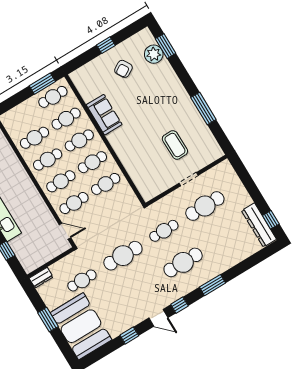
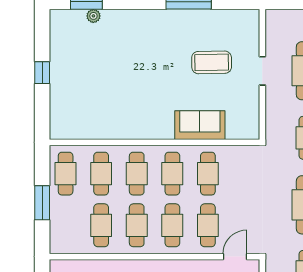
plant: (154, 54) -> (93, 16), width x0.53, depth x0.53
armchair: (123, 69) -> (83, 69), removed
window: (42, 84) -> (42, 203), moved
sofa: (104, 115) -> (200, 125), moved

